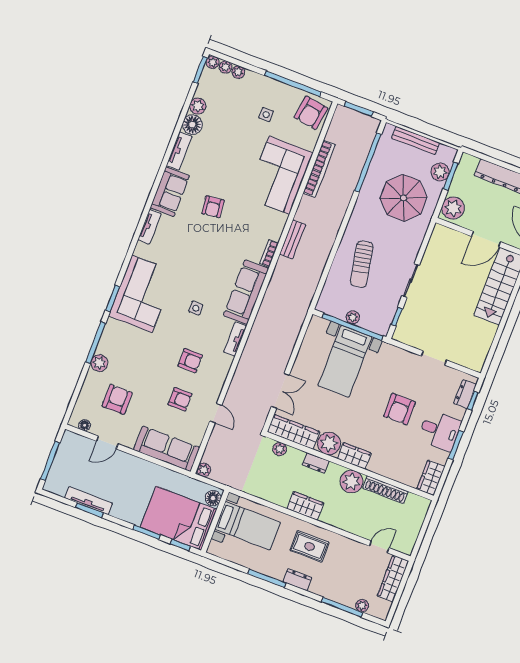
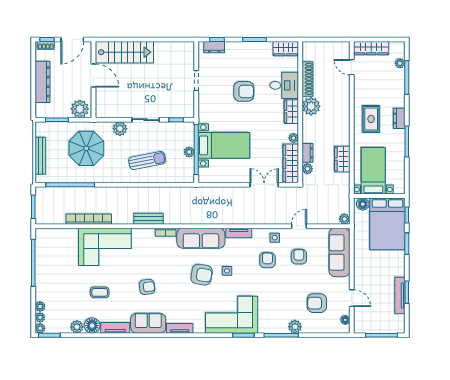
armchair: (311, 113) -> (202, 275), moved
side table: (266, 115) -> (275, 238), moved
coffee table: (228, 149) -> (100, 292), added
plant: (440, 172) -> (120, 129), moved
desk: (440, 431) -> (284, 85), moved, turned 90
plant: (329, 444) -> (294, 138), width x0.53, depth x0.53
dresser: (316, 463) -> (307, 153), moved
wardrobe: (305, 506) -> (342, 159), moved

